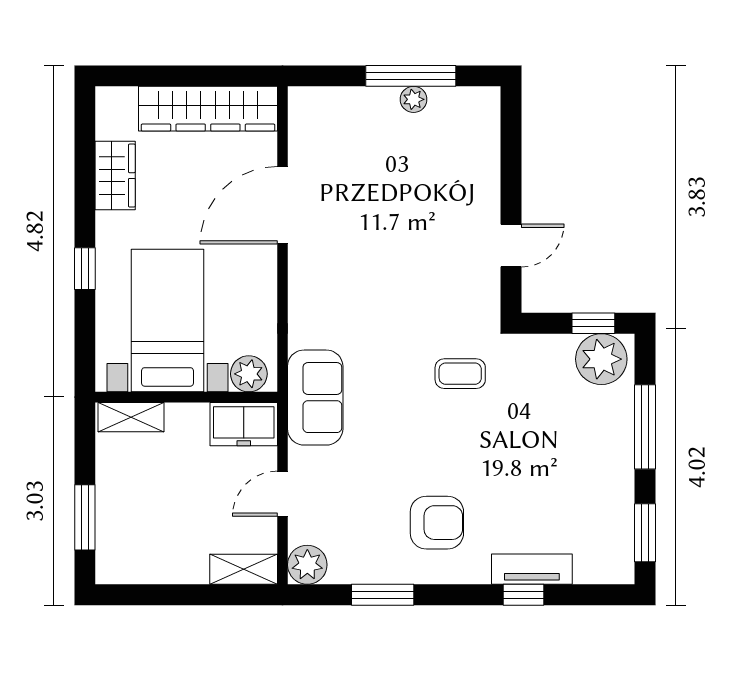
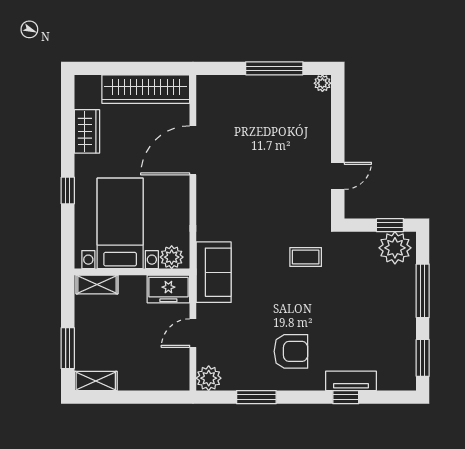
plant: (414, 99) -> (322, 83), moved
shelving: (244, 569) -> (96, 381), moved

